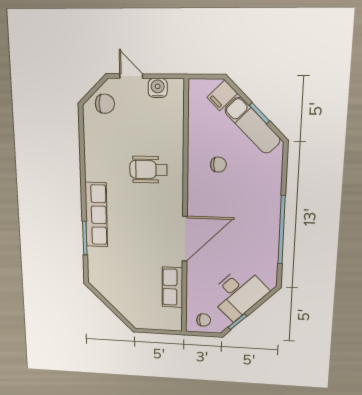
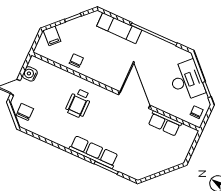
exam couch: (253, 125) -> (119, 28), moved, turned 45
chair: (218, 165) -> (76, 61), moved

